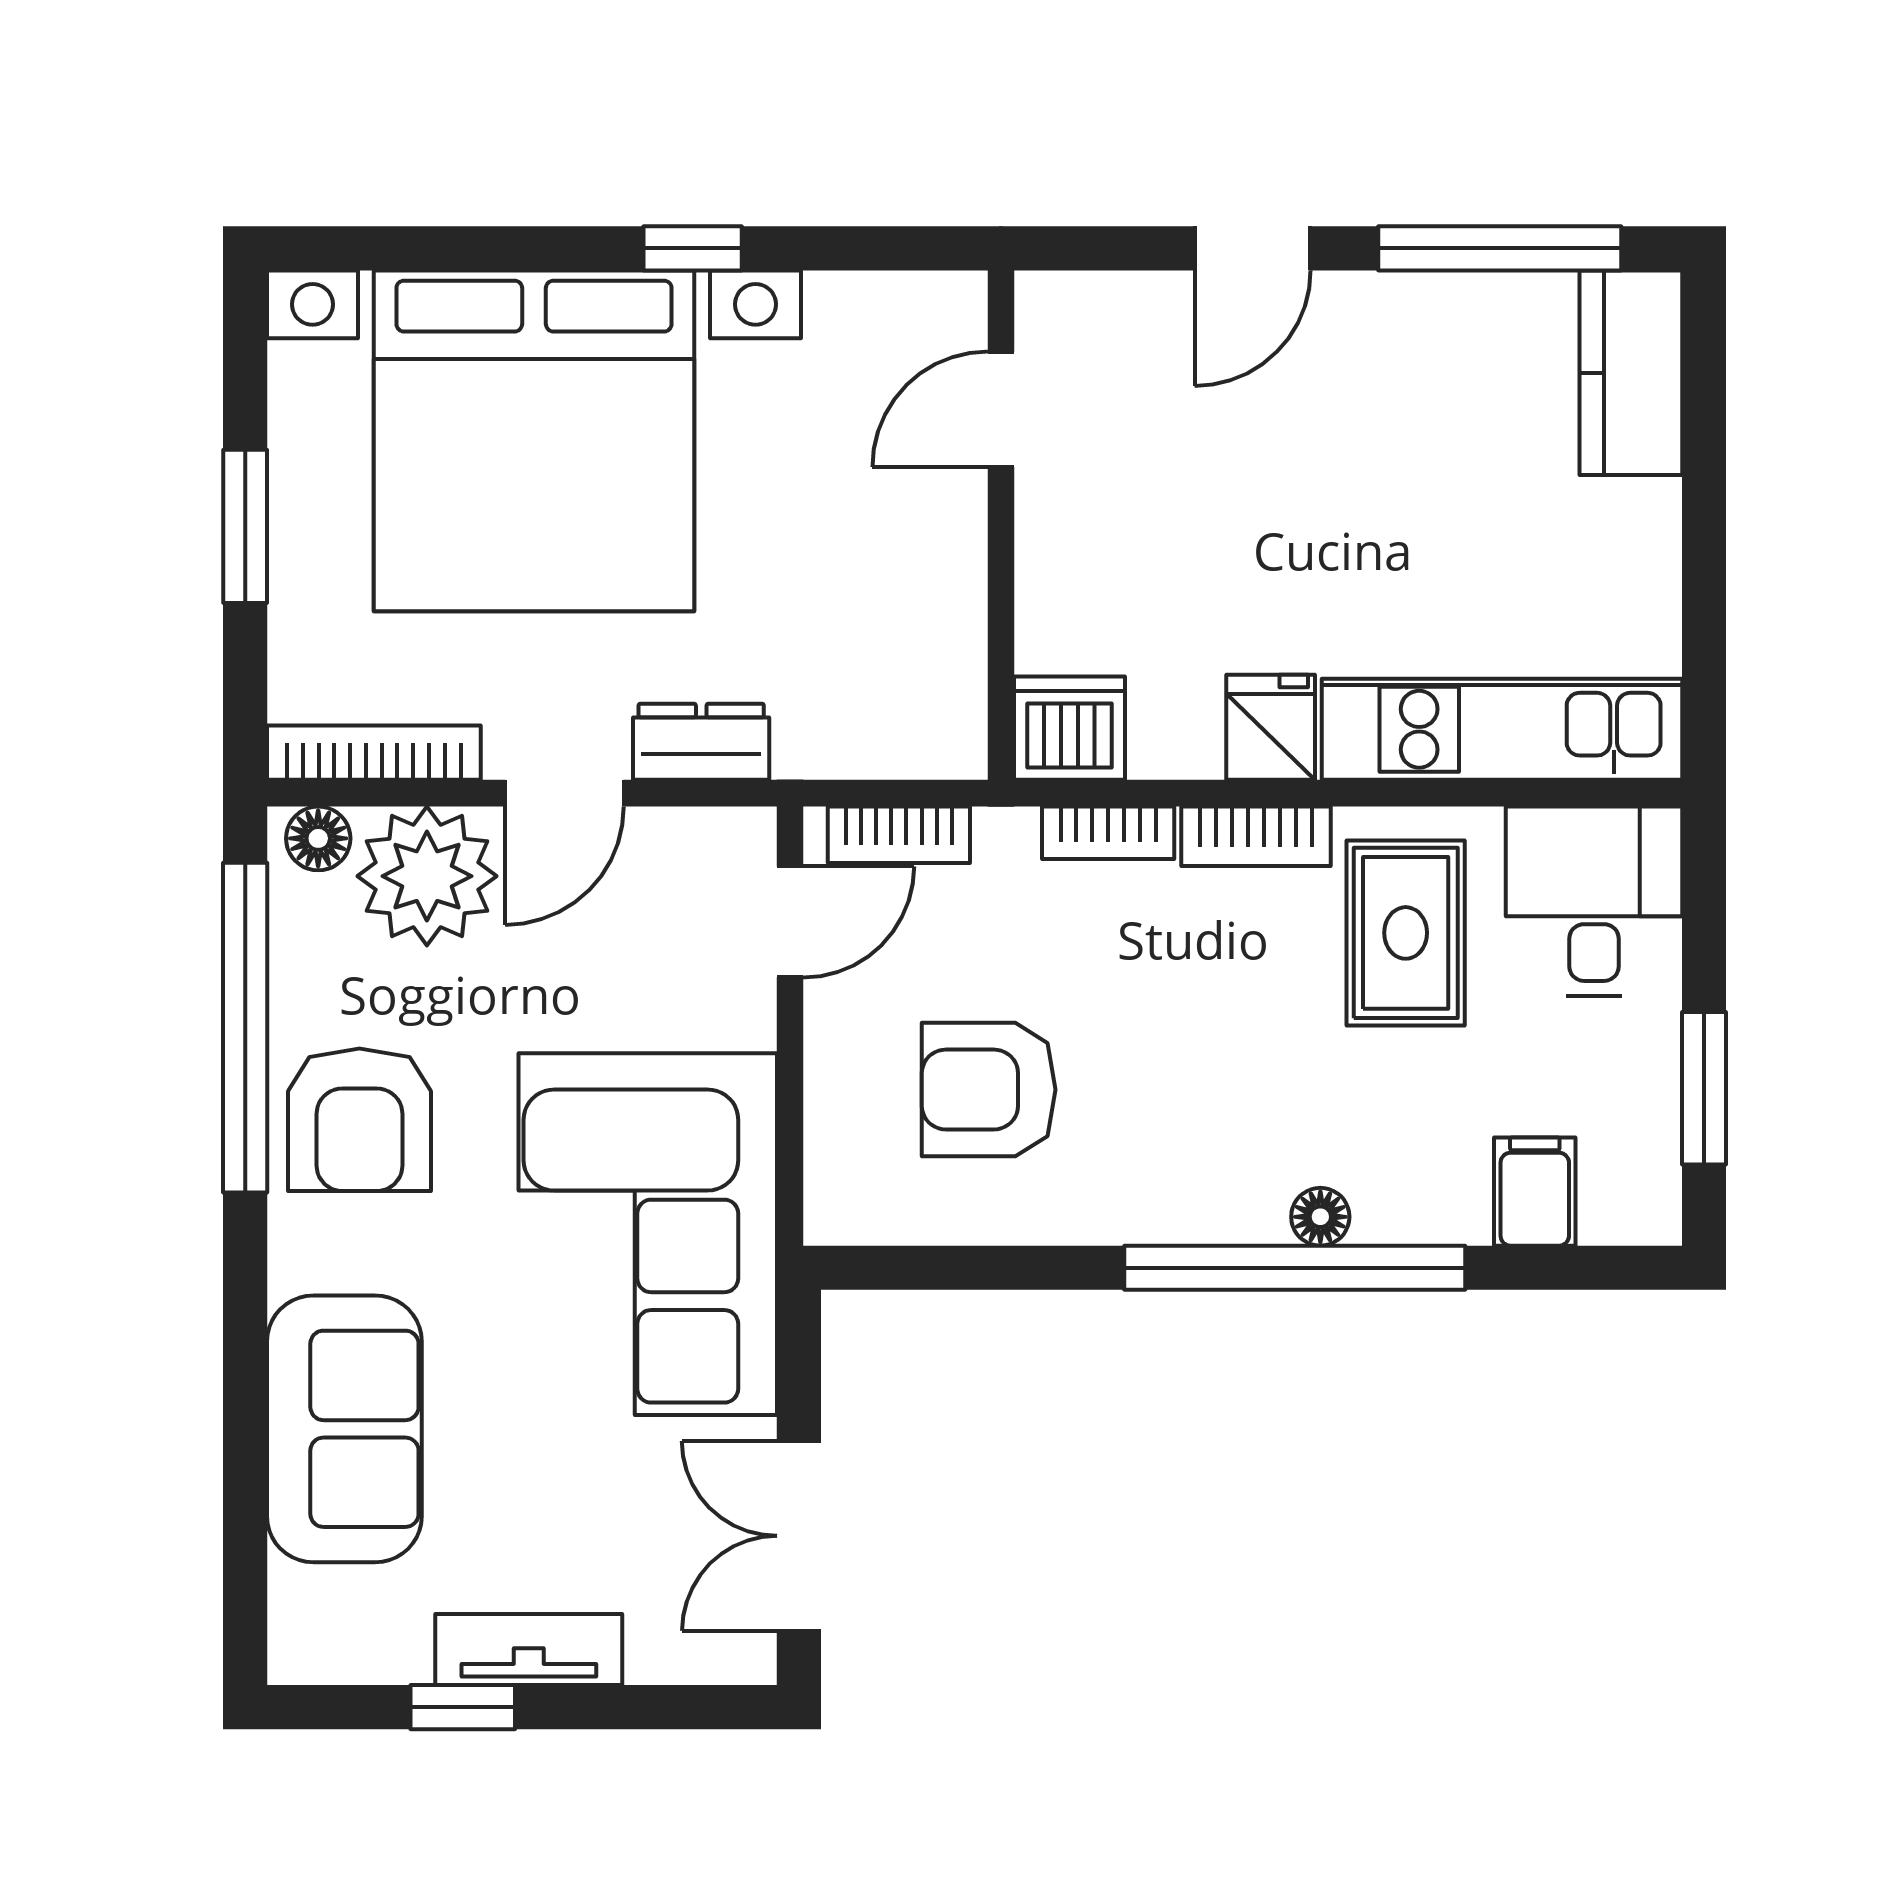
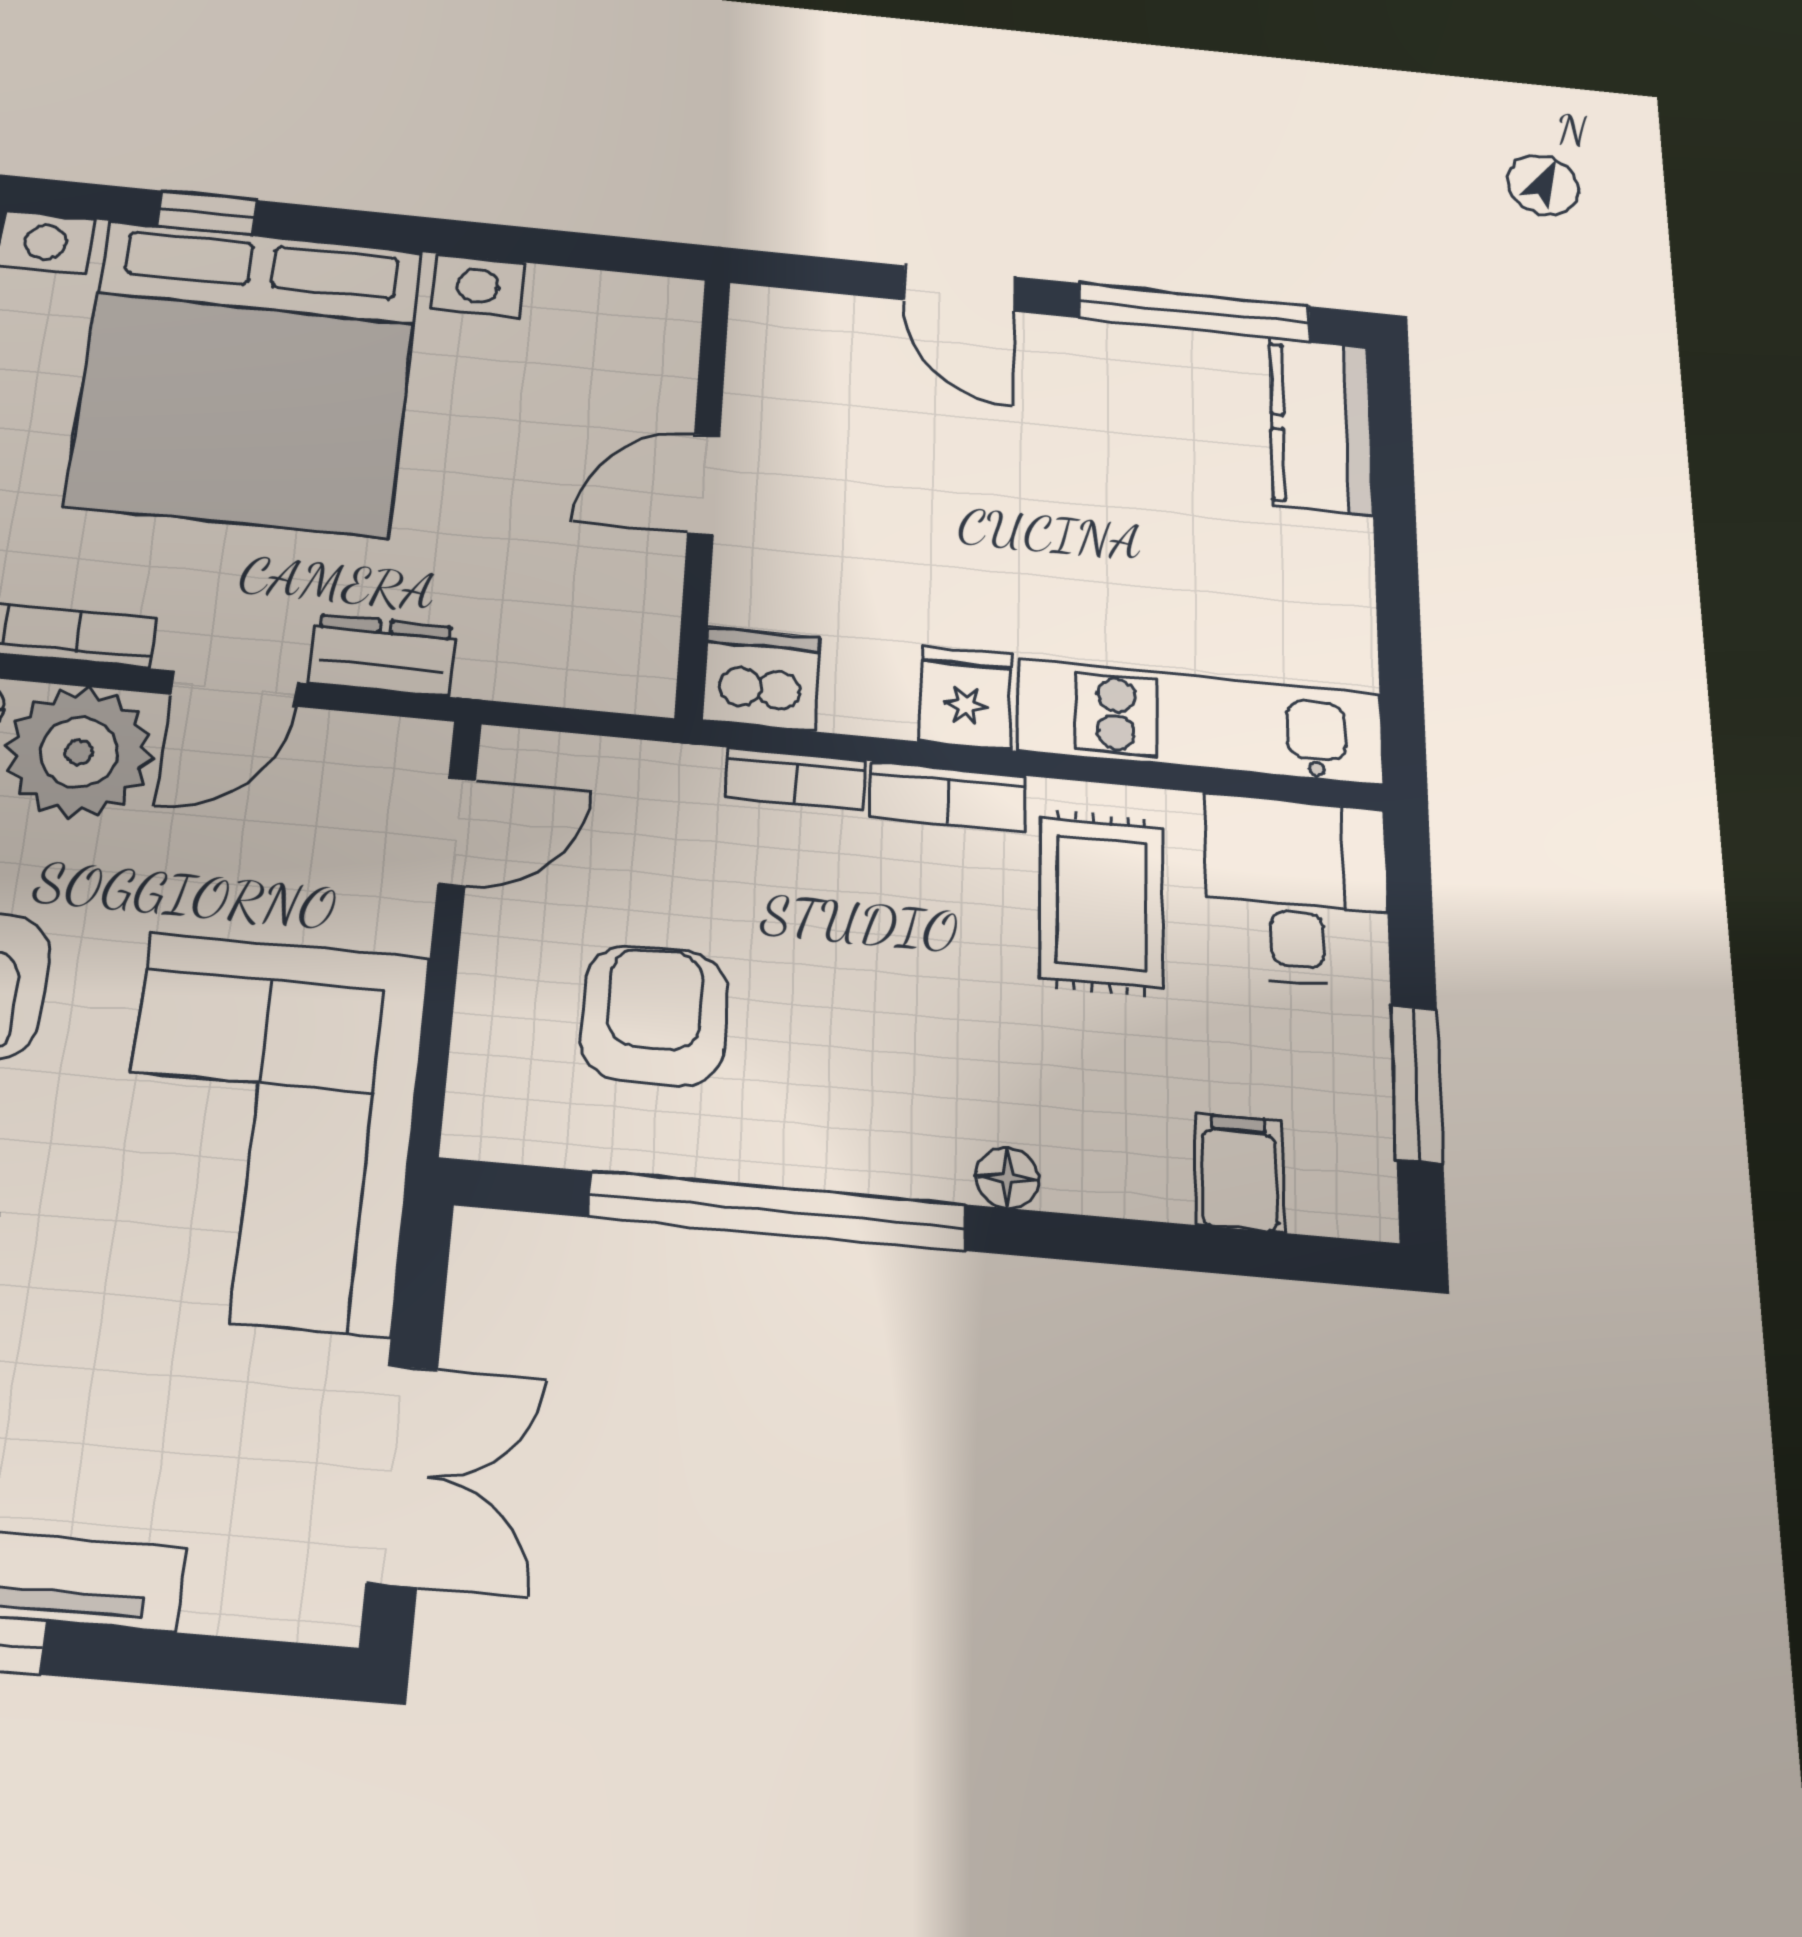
window: (693, 248) -> (207, 213), moved
door: (1252, 248) -> (959, 288), hinge flipped
door: (1001, 409) -> (704, 484), moved
bookcase: (899, 835) -> (578, 760), removed
armchair: (989, 1090) -> (654, 1015), turned 90
window: (1295, 1268) -> (777, 1211), moved
double door: (799, 1536) -> (402, 1475), swing flipped

